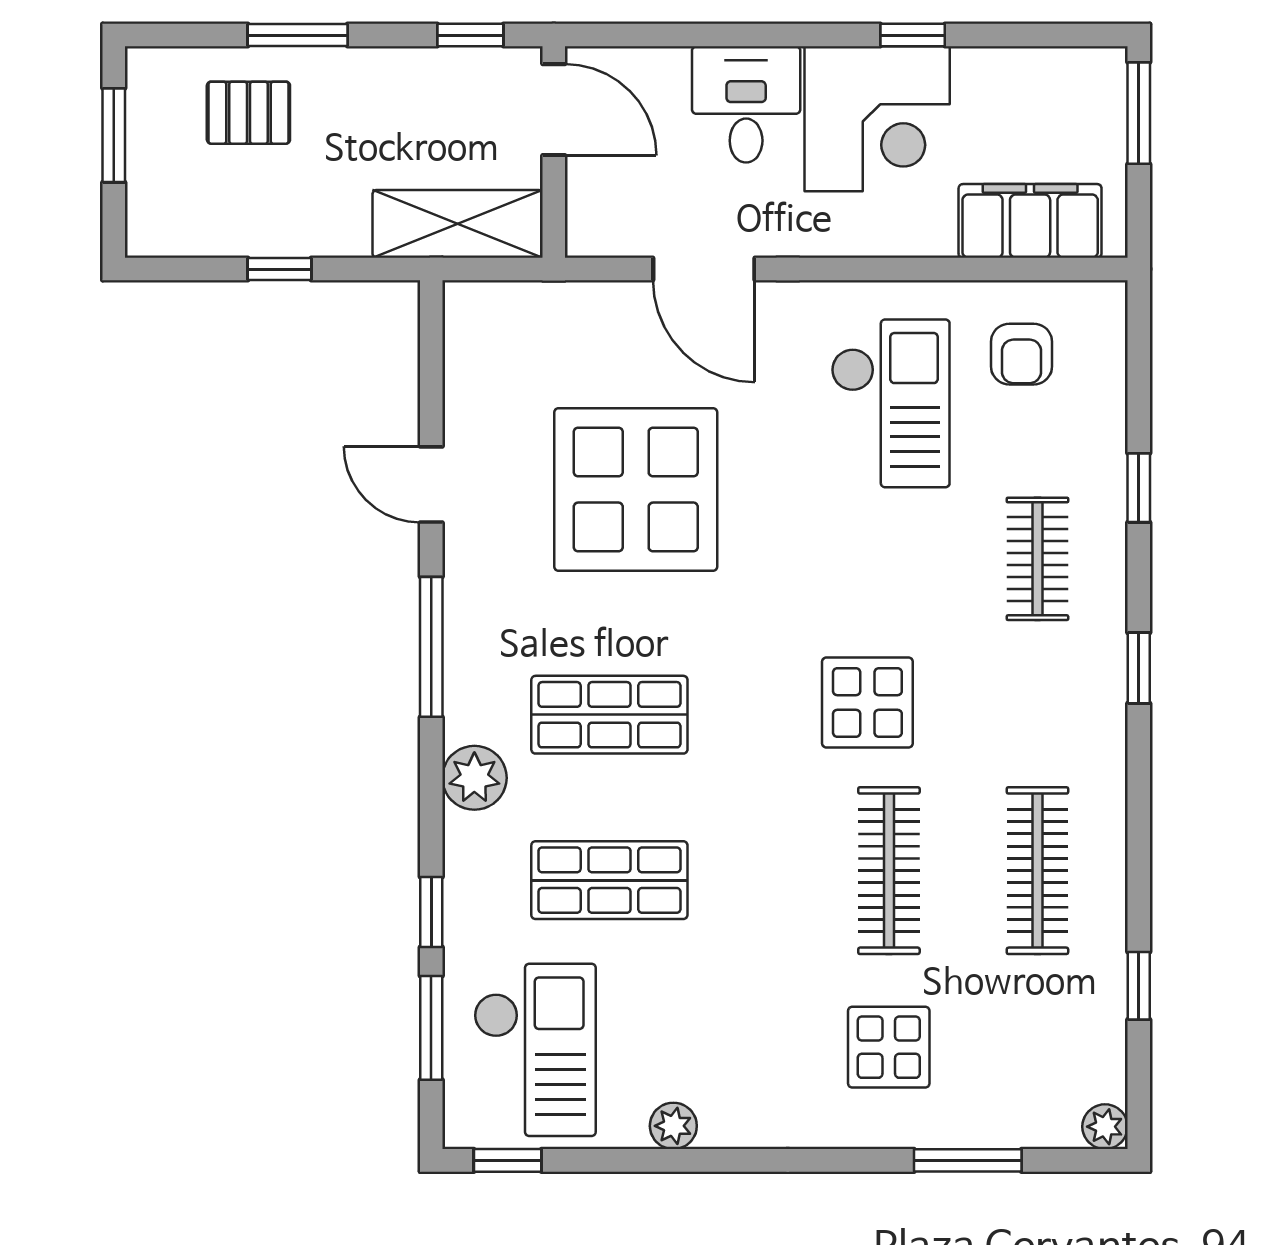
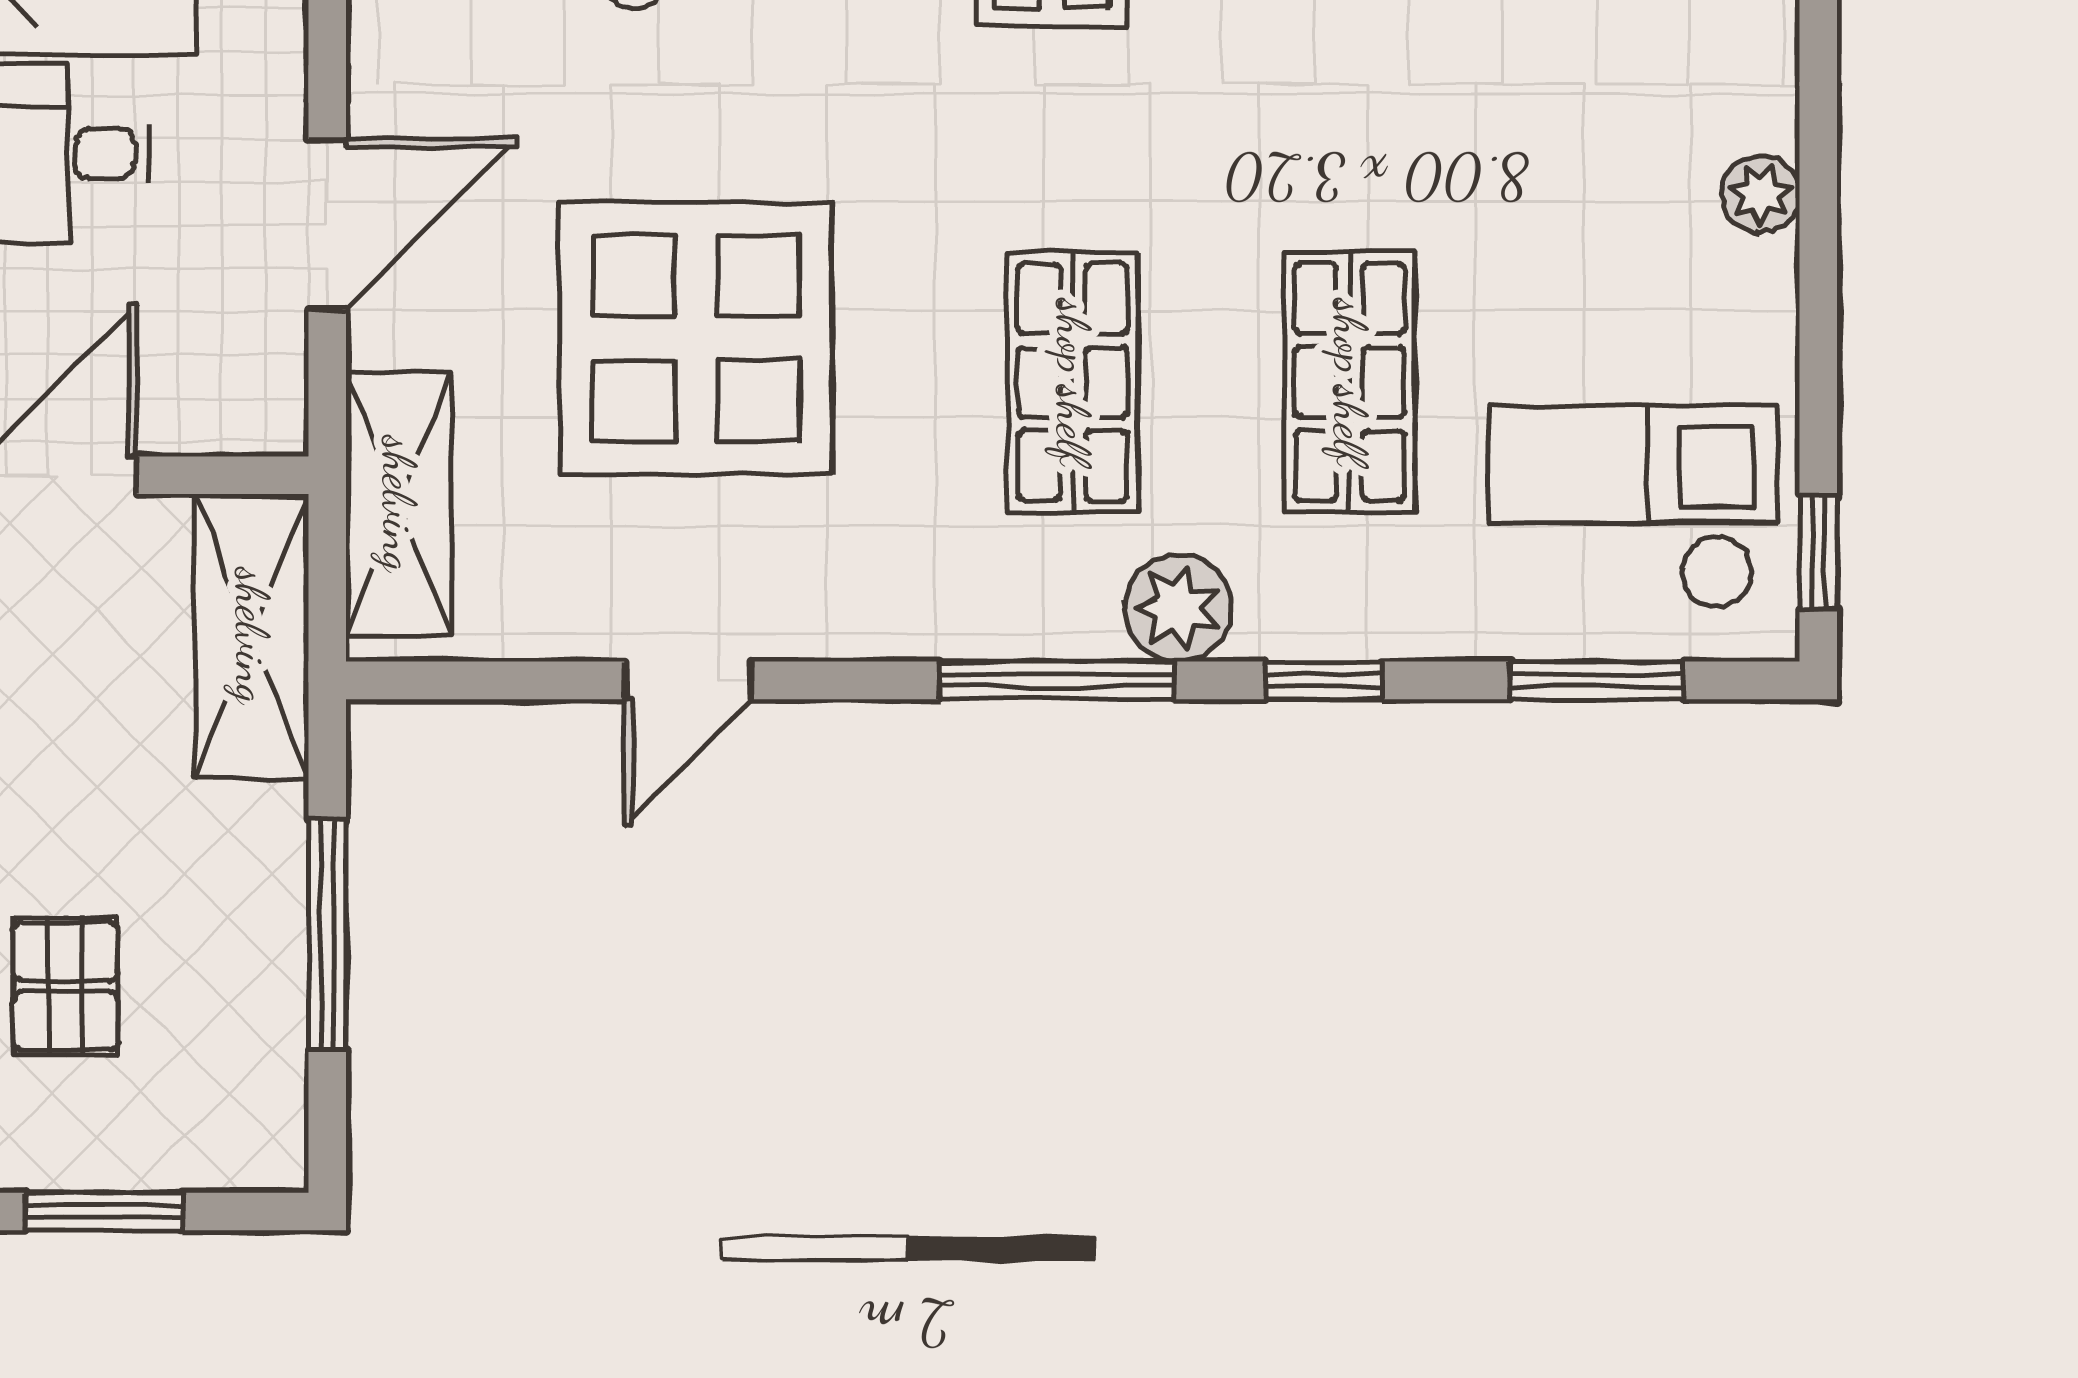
window: (280, 269) -> (327, 934), width x2.17
shelving: (537, 312) -> (399, 504), added
window: (431, 647) -> (1057, 680), moved
window: (431, 912) -> (1324, 680), moved
plant: (673, 1126) -> (1761, 194), moved

